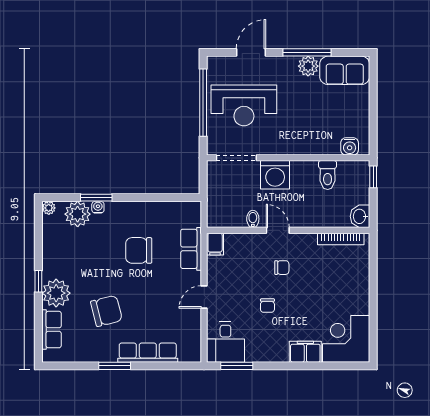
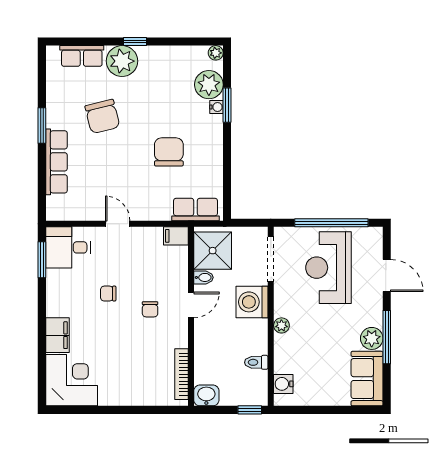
plant: (296, 148) -> (281, 325), added
toilet: (328, 175) -> (256, 362), width x0.73, depth x0.72
shower: (228, 211) -> (213, 251), added
row of seats: (191, 249) -> (196, 210), moved

